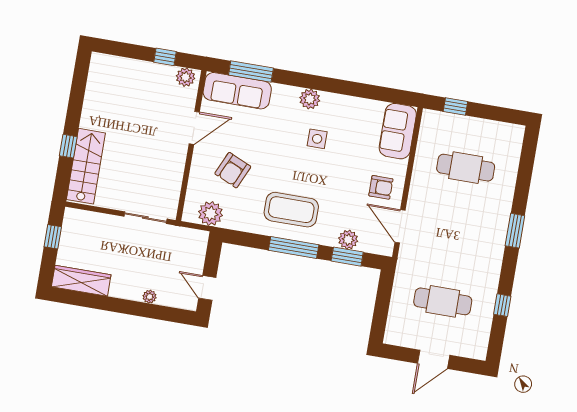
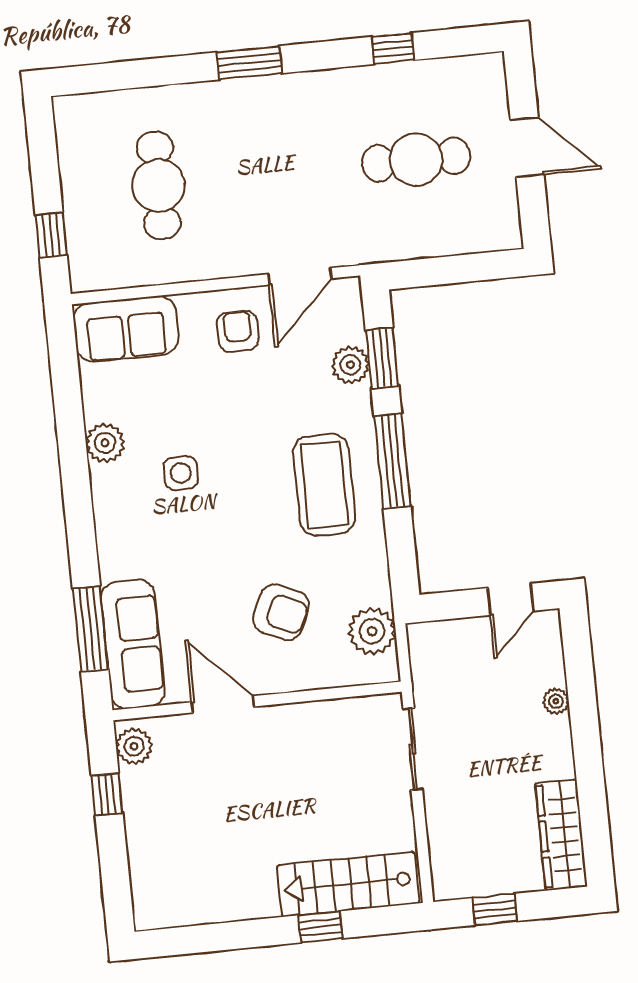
plant: (310, 99) -> (105, 443), moved
cafe table: (443, 301) -> (416, 160), turned 90

